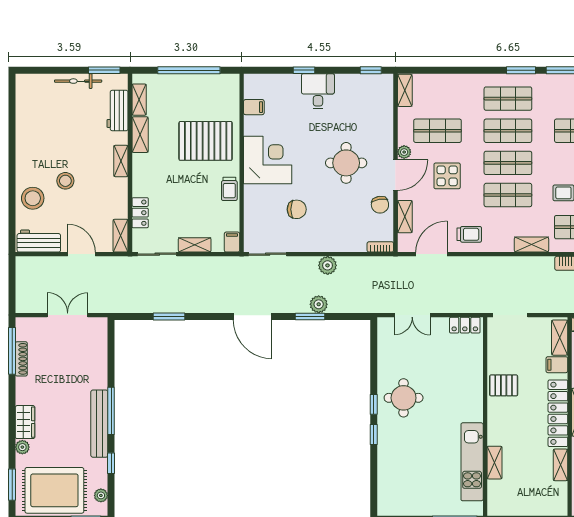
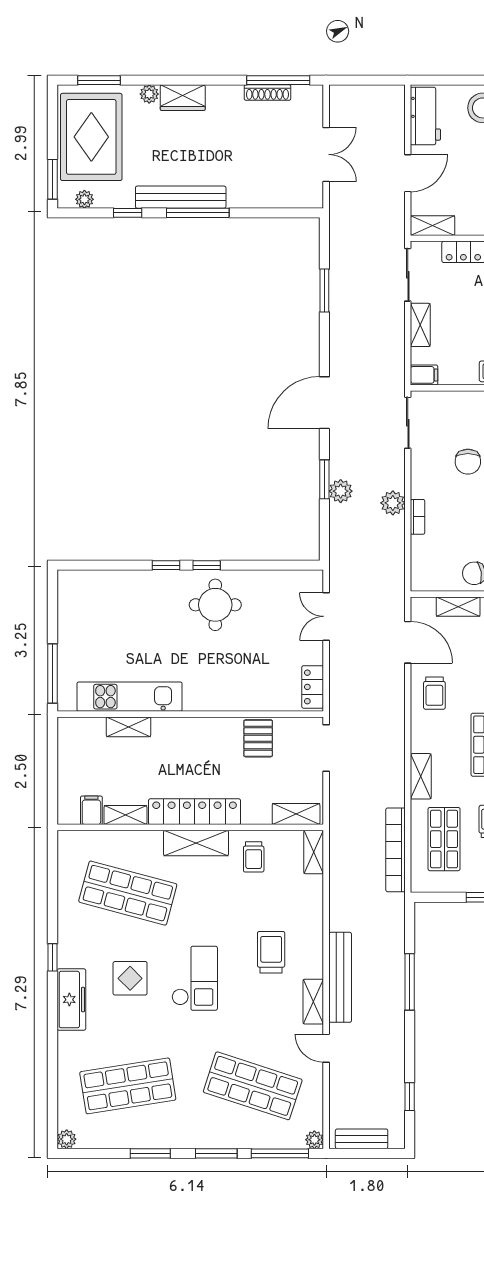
bookcase: (380, 247) -> (418, 517), moved
filing cabinet: (557, 365) -> (91, 810), moved
pallet: (504, 385) -> (258, 738), moved

